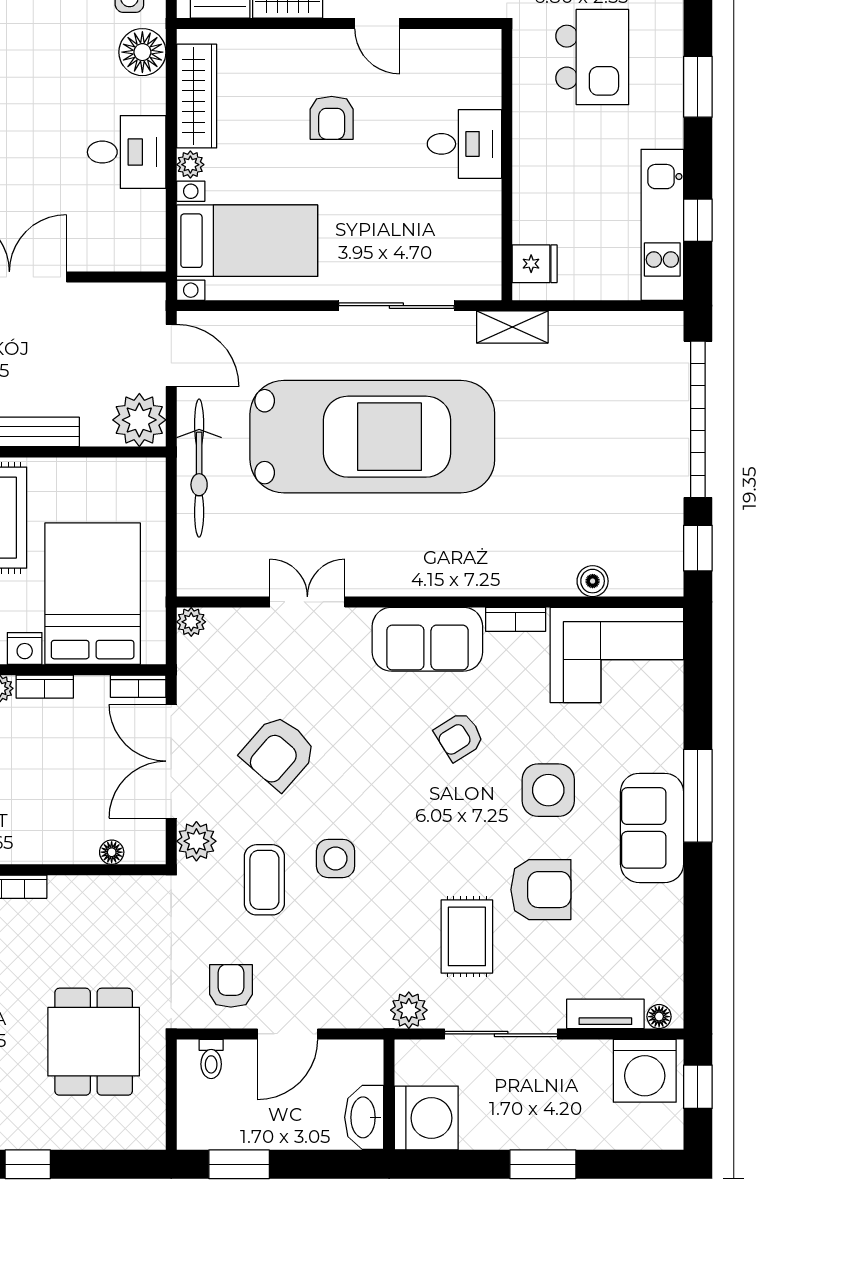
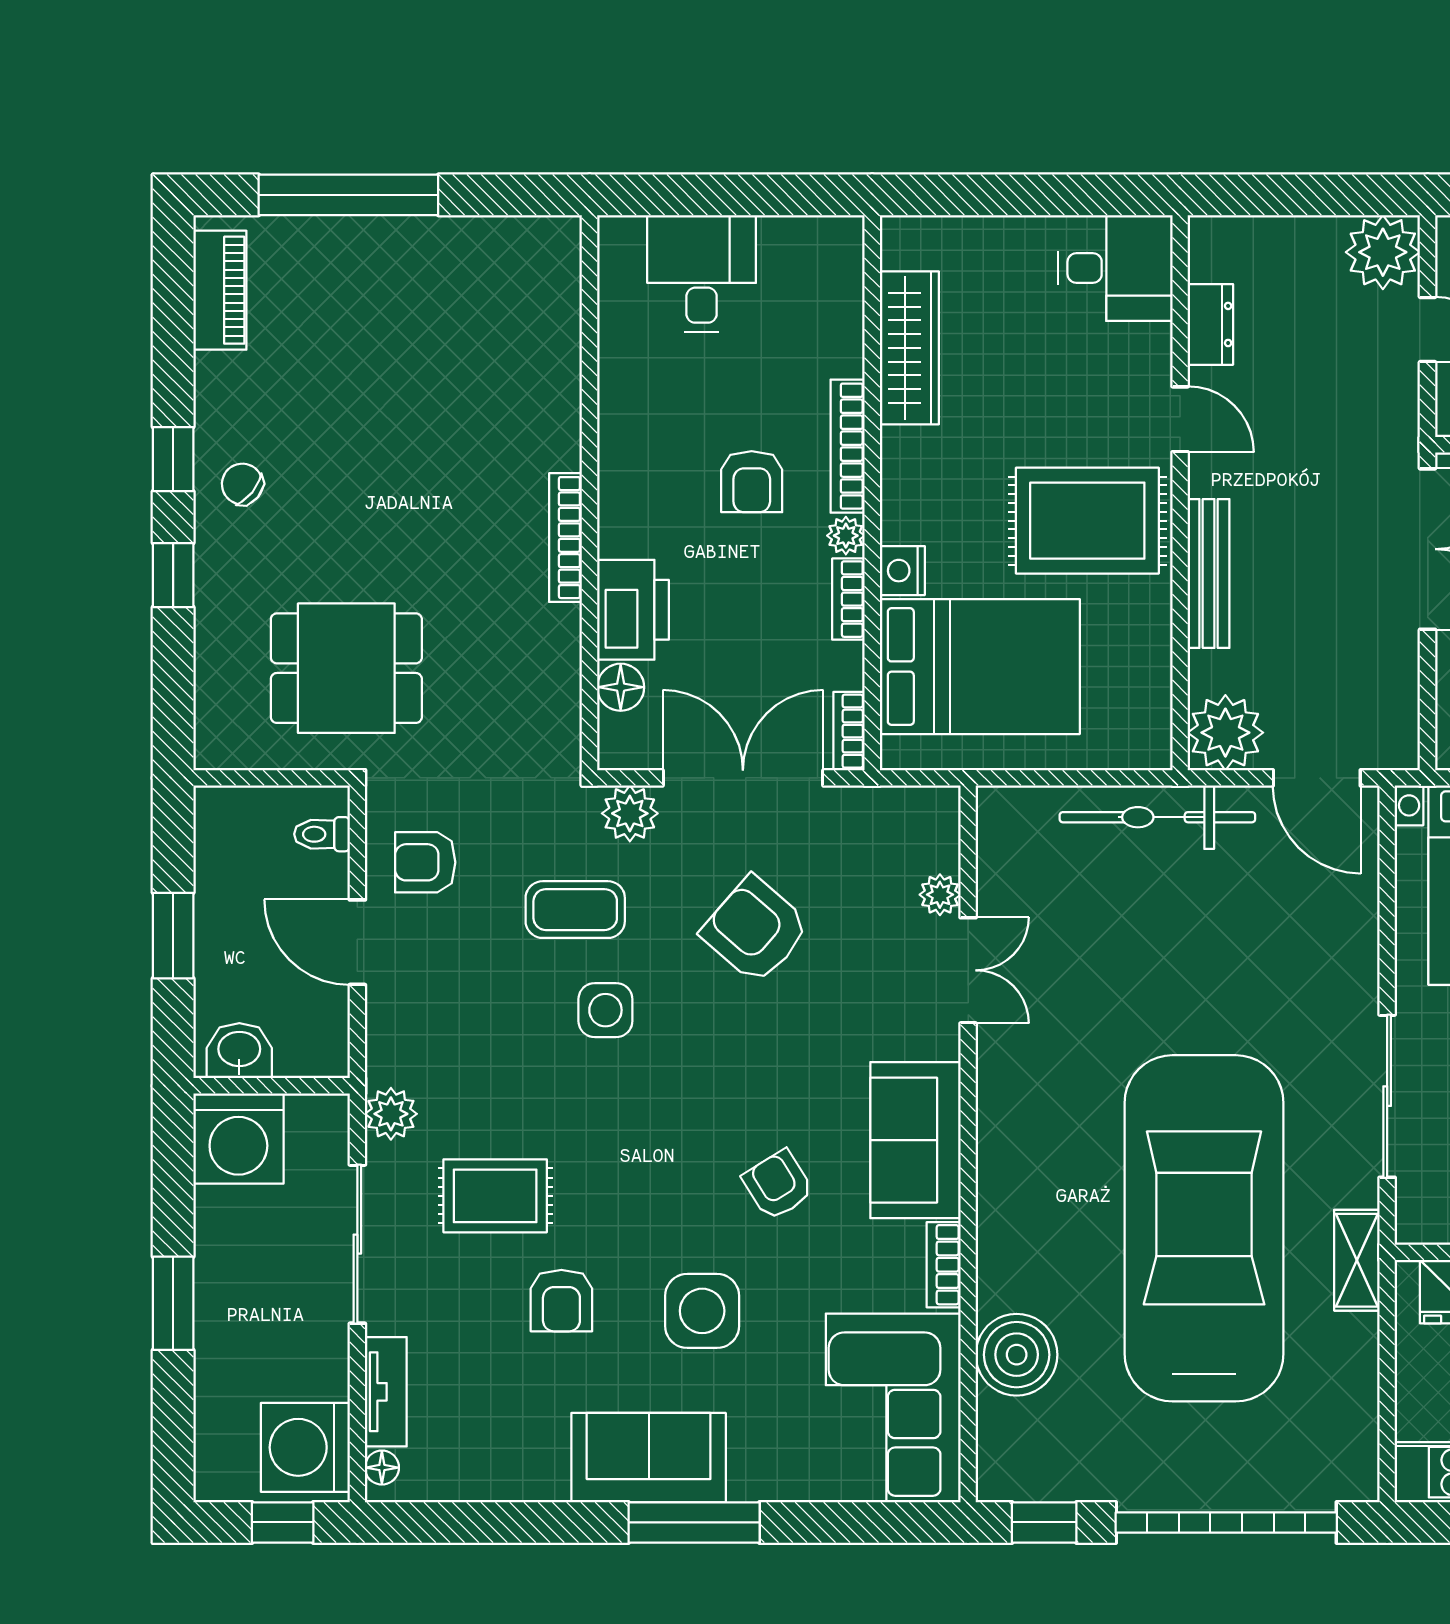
door: (171, 355) -> (1317, 778), hinge flipped
car: (372, 437) -> (1204, 1228), moved, turned 180
boiler: (593, 581) -> (1017, 1355), width x1.86, depth x1.86
plant: (191, 622) -> (940, 895), moved
printer: (52, 839) -> (633, 610), added
floor lamp: (112, 852) -> (621, 687), width x1.37, depth x1.37
armchair: (541, 890) -> (561, 1301), width x0.72, depth x0.72
armchair: (231, 986) -> (425, 862), turned 180
washbasin: (364, 1117) -> (239, 1051), width x0.72
window: (239, 1164) -> (173, 936), moved

